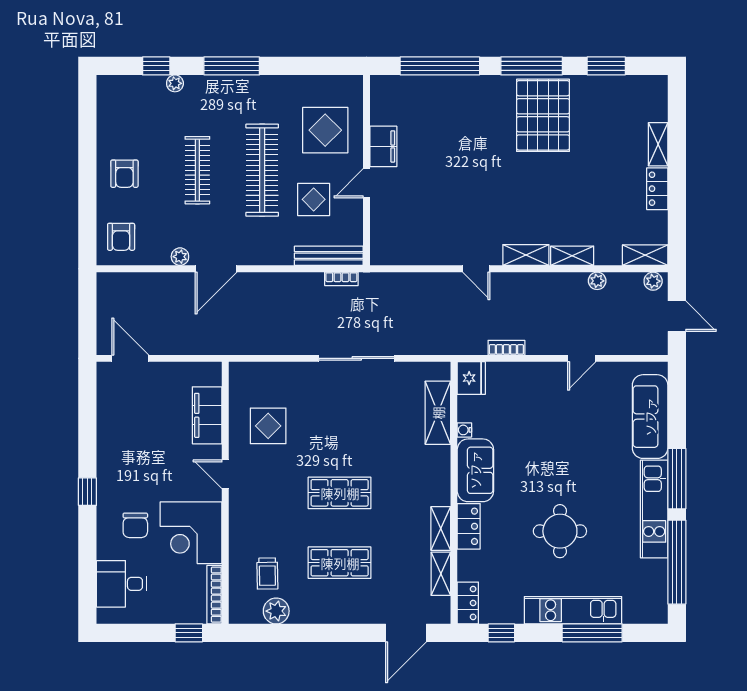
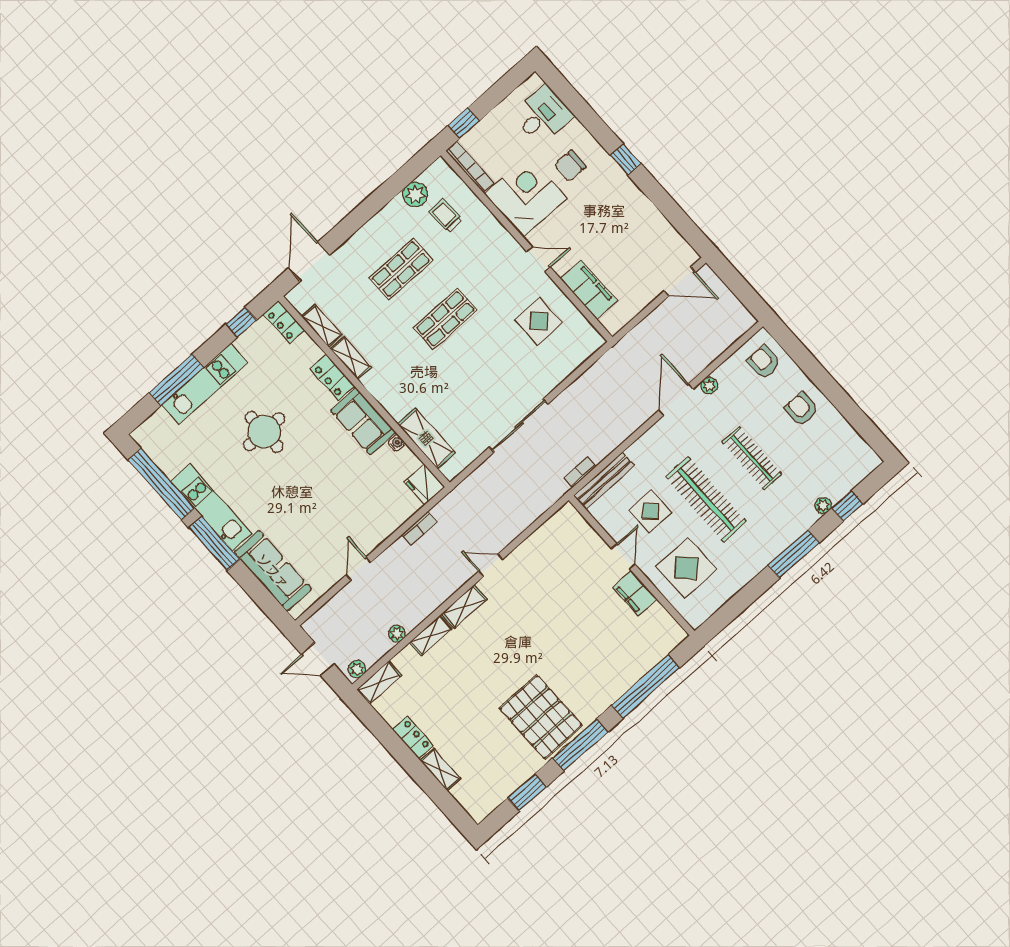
chair: (135, 525) -> (570, 166), turned -90

